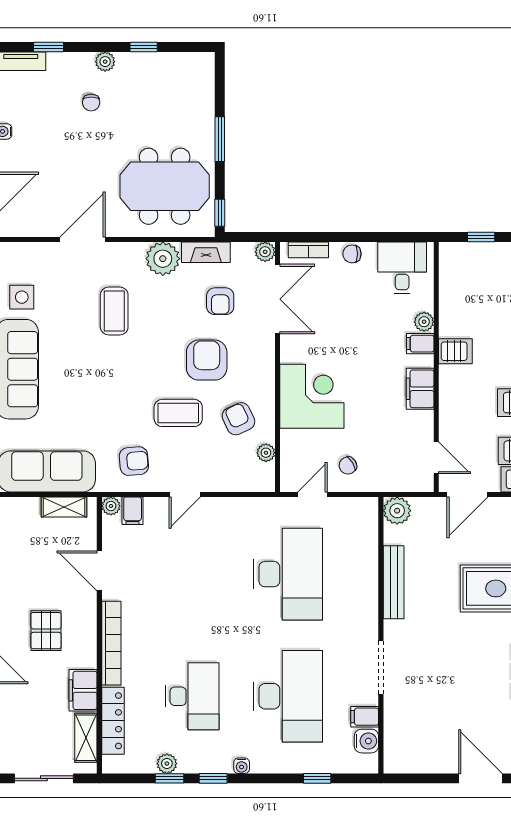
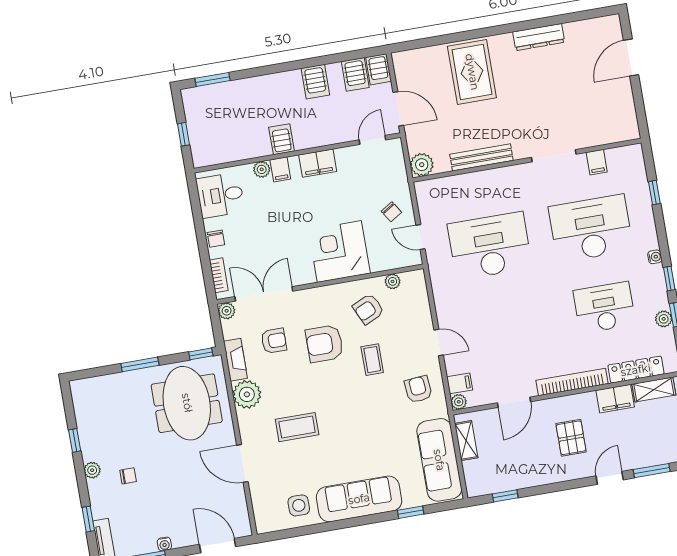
coffee table: (178, 413) -> (372, 360), width x0.73, depth x0.77
pallet: (46, 631) -> (571, 438), turned 90
water cooler: (366, 741) -> (617, 157), removed

